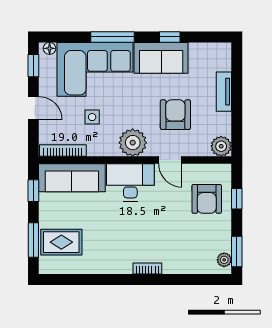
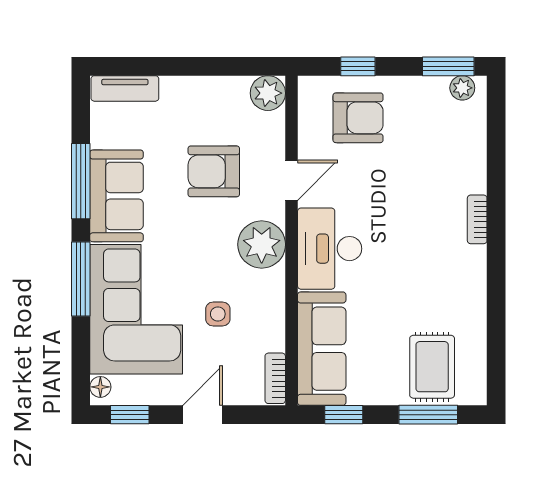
window: (170, 37) -> (81, 181), width x2.17
tv unit: (224, 92) -> (125, 88), moved
bookcase: (63, 151) -> (275, 378), width x0.64

